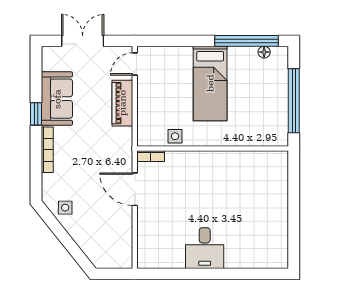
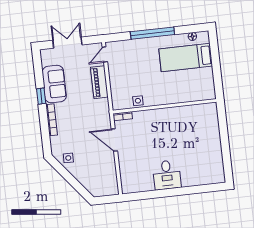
window: (247, 41) -> (152, 33), moved
bed: (210, 83) -> (186, 57), moved, turned 90
window: (294, 101) -> (216, 67), removed

